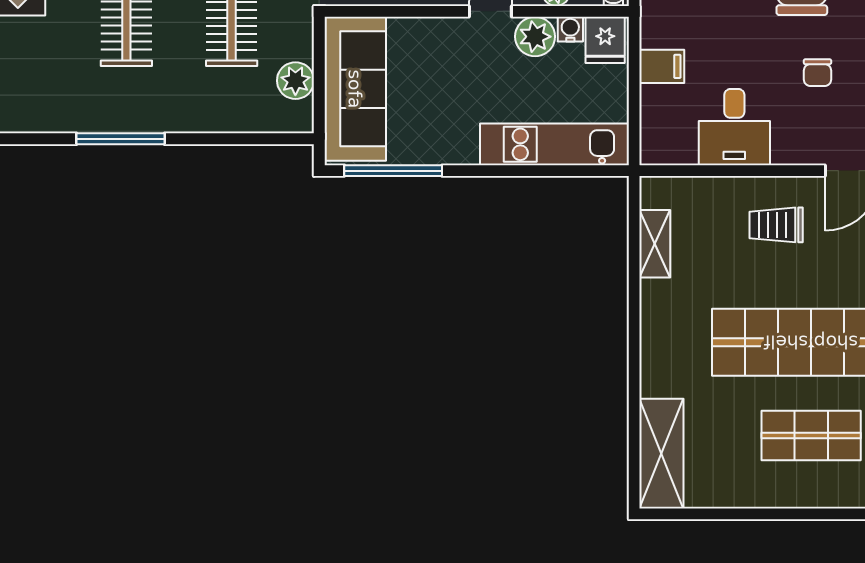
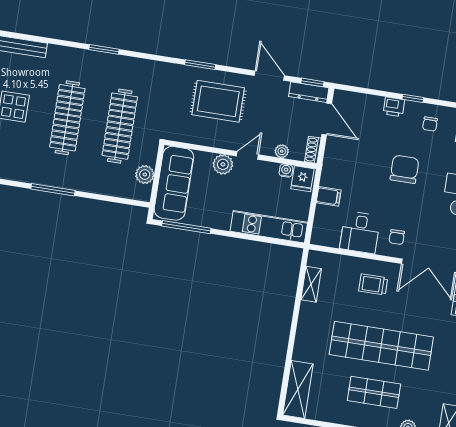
plant: (535, 37) -> (223, 164), moved
chair: (818, 73) -> (397, 237), moved

